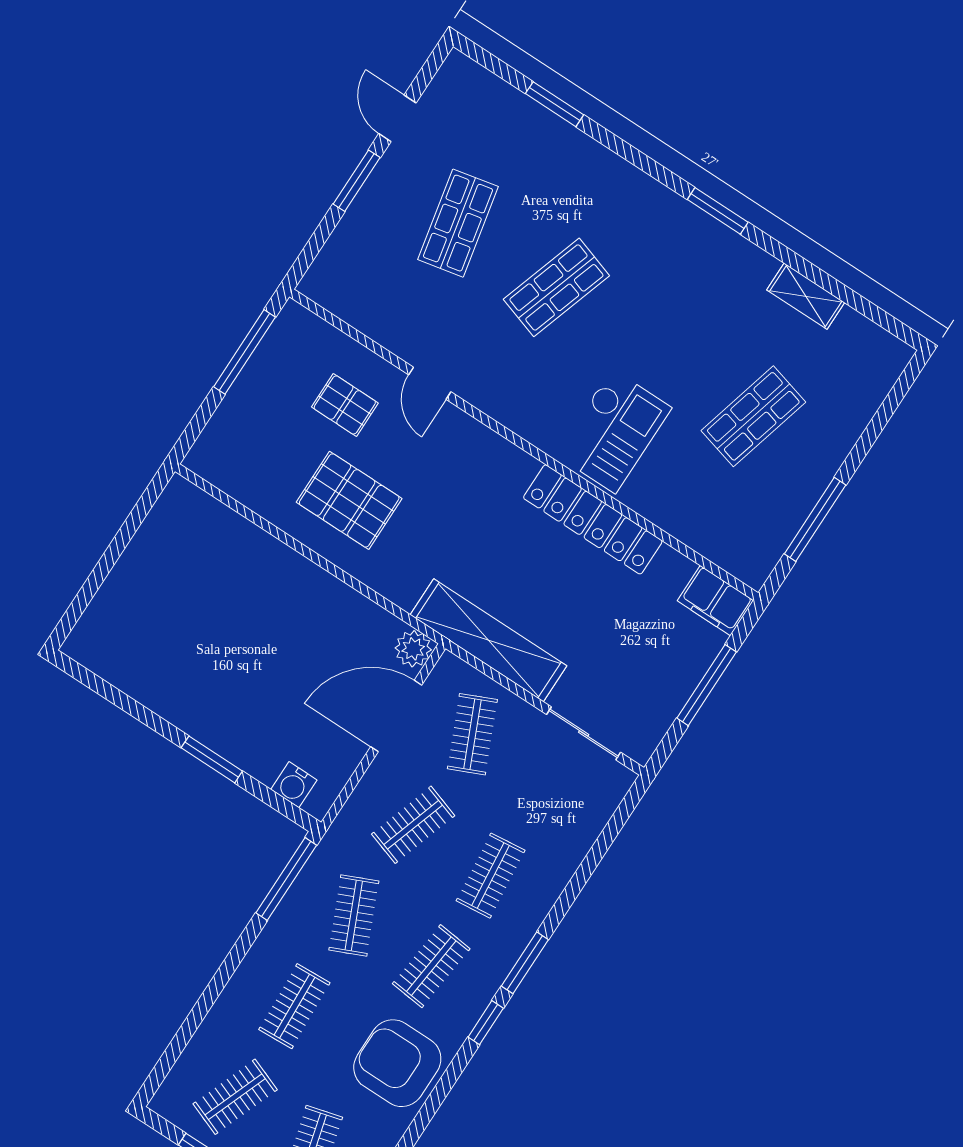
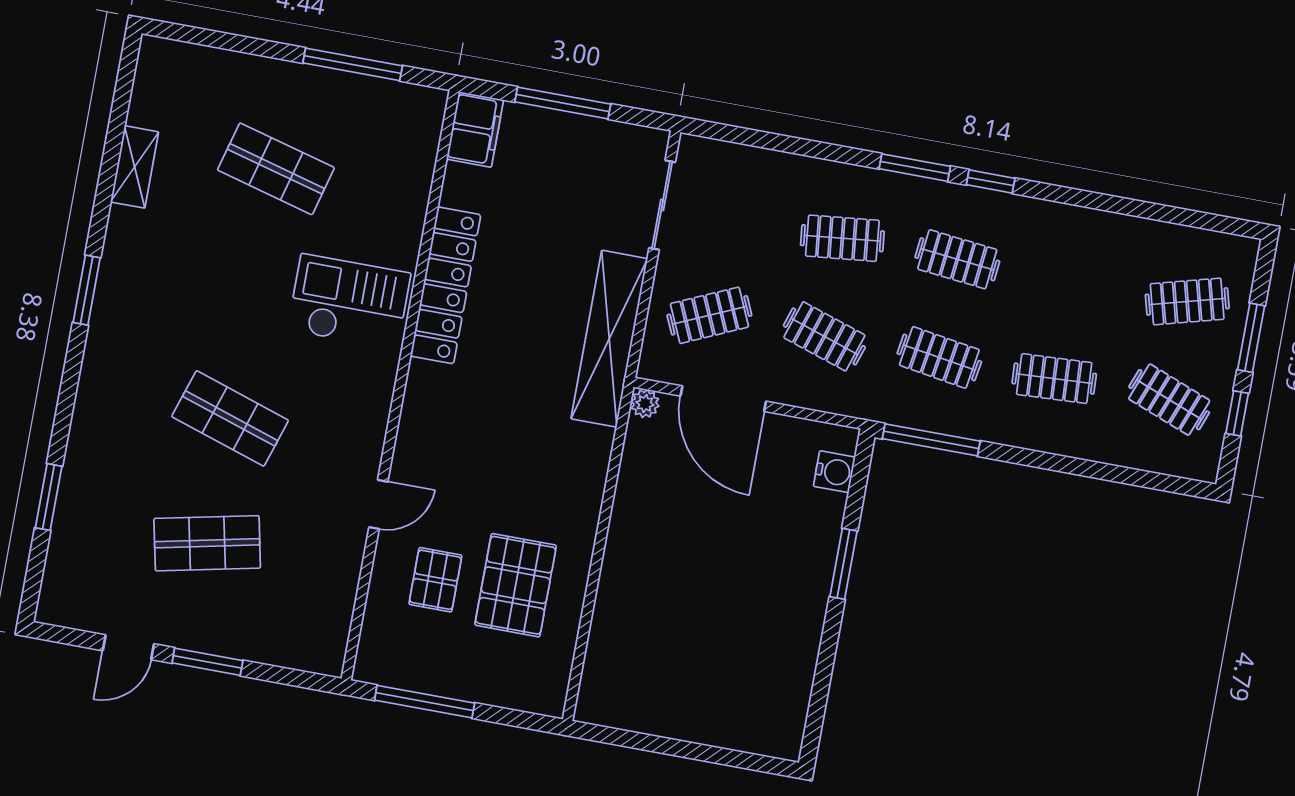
pallet: (349, 500) -> (516, 585), moved
plant: (413, 649) -> (645, 404), width x0.73, depth x0.73
clothes rail: (354, 916) -> (939, 357), turned 33
armchair: (397, 1063) -> (1068, 252), removed

